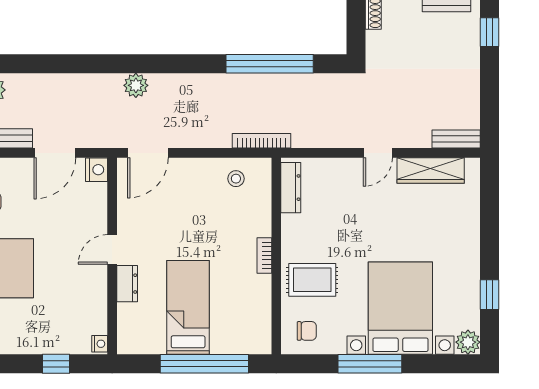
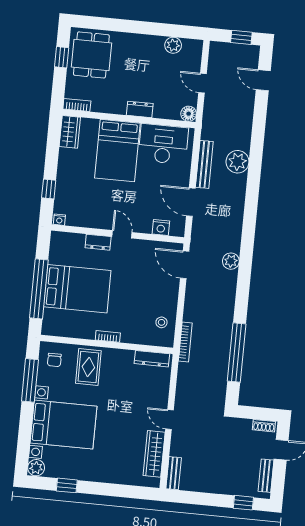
nightstand: (97, 170) -> (161, 227), moved
bed: (188, 307) -> (77, 289), width x1.50
window: (370, 364) -> (30, 380), moved

